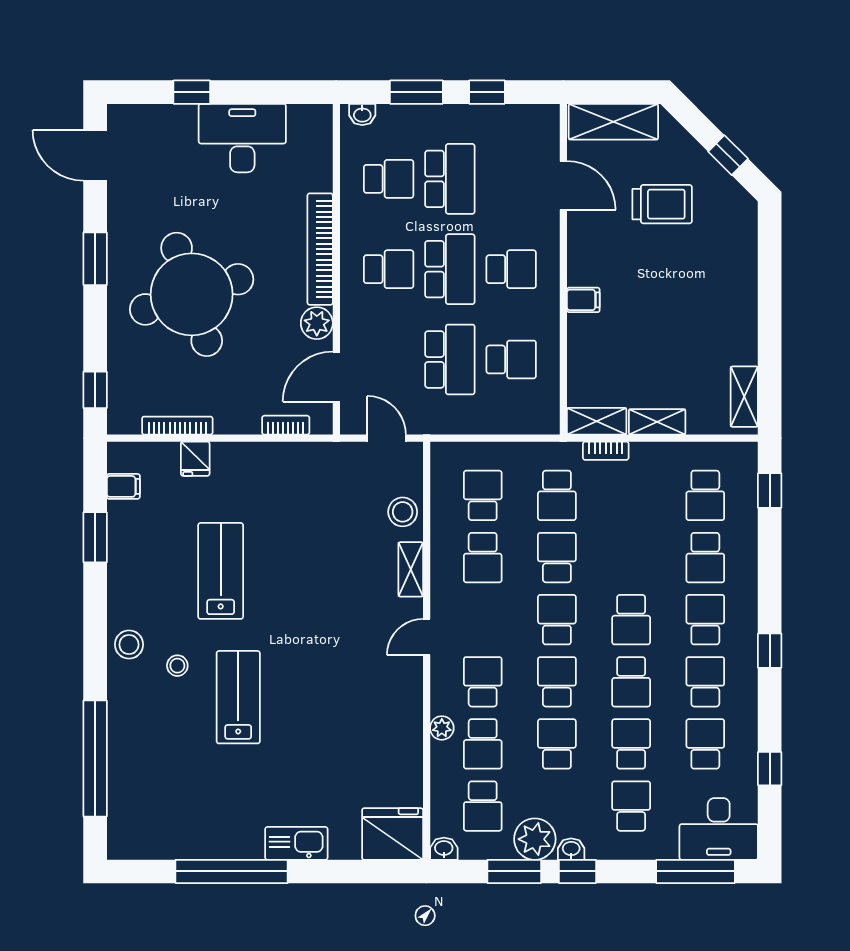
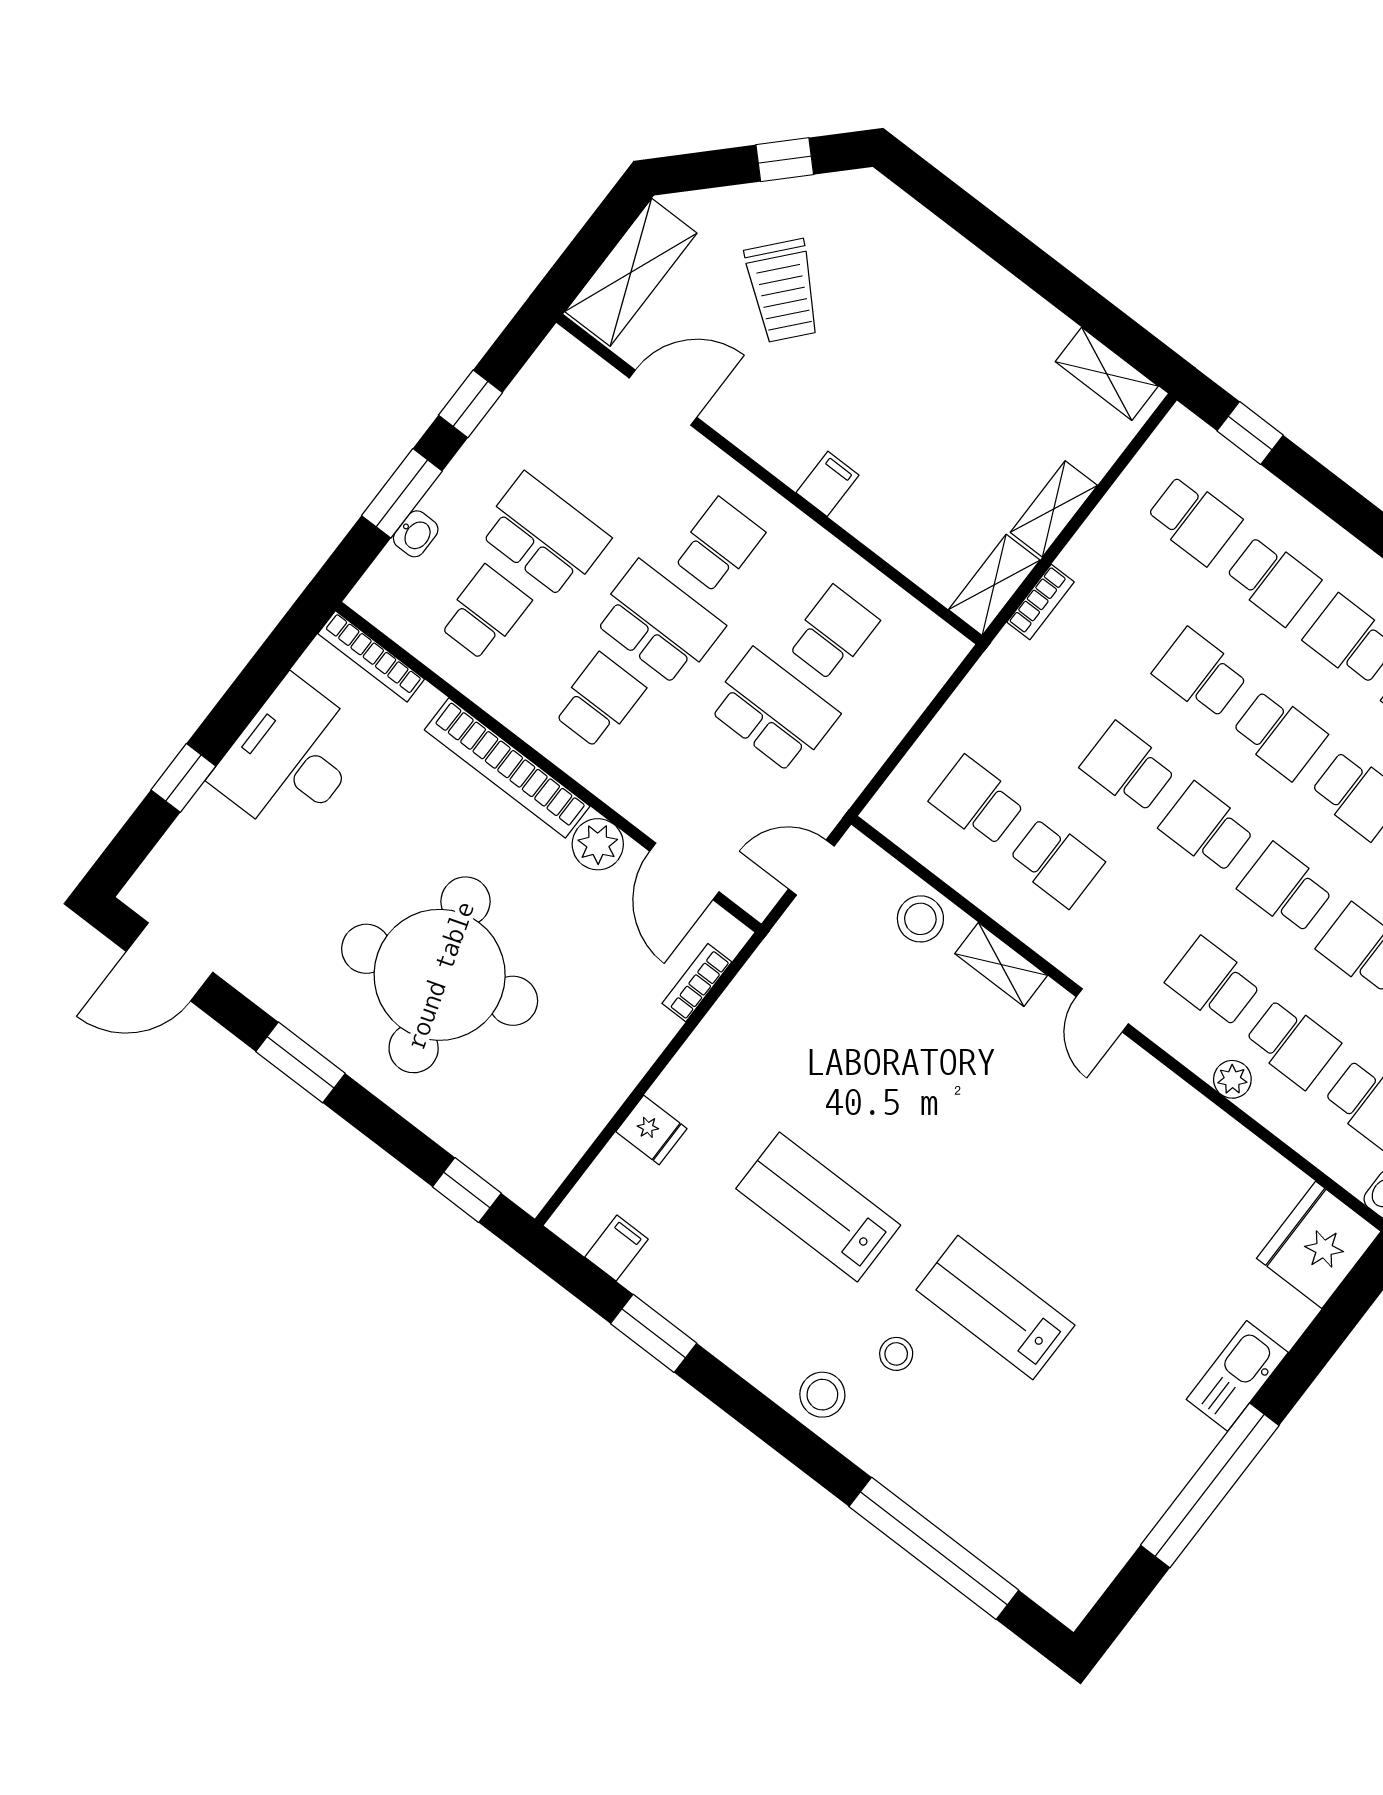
washbasin: (362, 114) -> (416, 534), moved
trolley: (662, 204) -> (783, 291), turned 131
bookcase: (177, 426) -> (371, 656), moved, turned -90
school desk: (557, 495) -> (1200, 674), moved, turned 180

